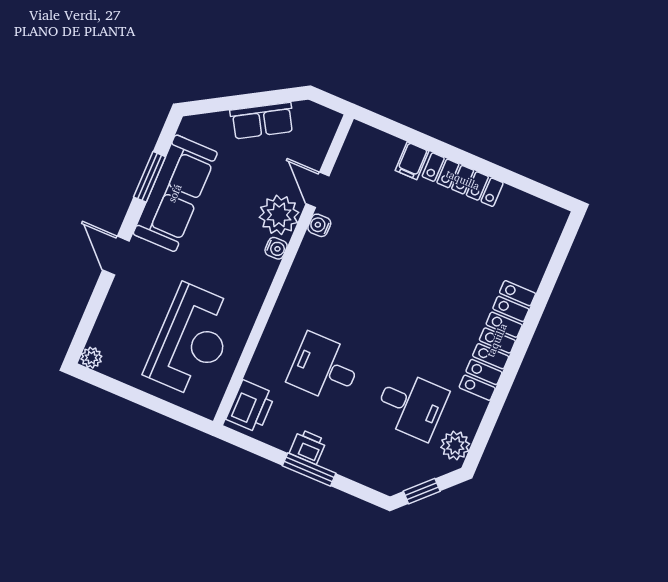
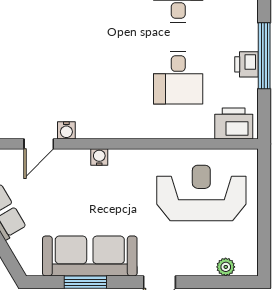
plant: (279, 215) -> (72, 166), removed
plant: (91, 358) -> (226, 267), moved
window: (309, 469) -> (264, 56), width x1.44

